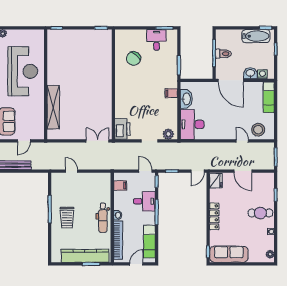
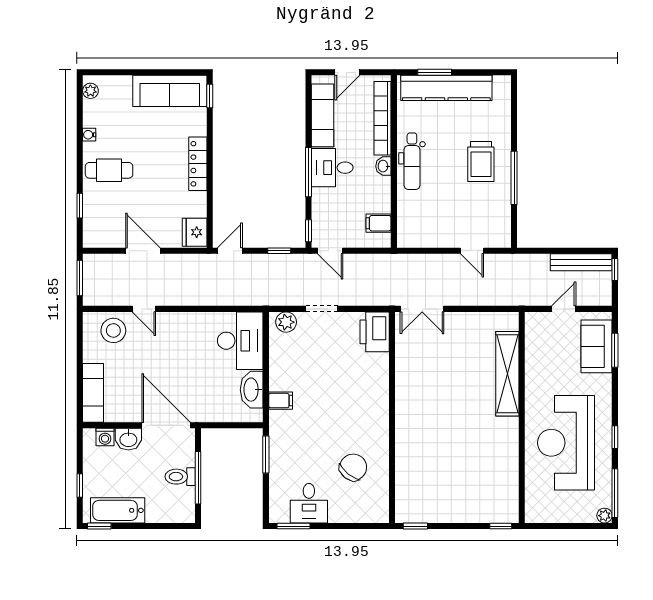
desk: (144, 201) -> (332, 168), moved
trolley: (67, 218) -> (481, 161), turned 180
dental chair: (103, 218) -> (412, 161), turned 180

